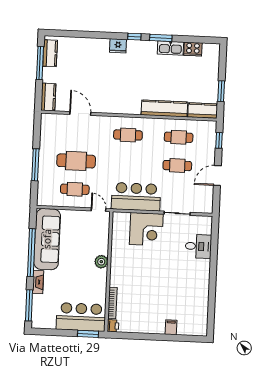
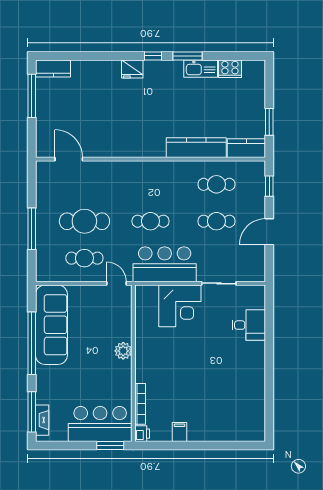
kitchen counter: (50, 53) -> (53, 69), moved, turned 90
kitchen counter: (48, 97) -> (45, 140), removed
door: (80, 113) -> (69, 159), moved
cafe table: (128, 135) -> (150, 221), moved
fireplace: (38, 282) -> (42, 420), moved
filing cabinet: (171, 327) -> (179, 432), moved

